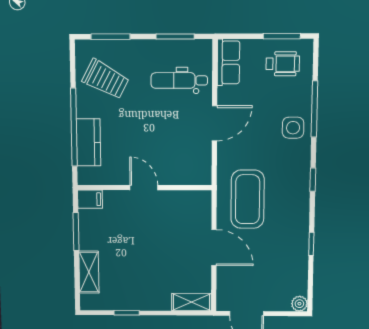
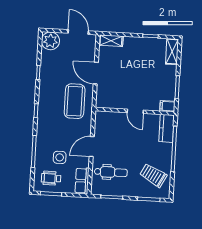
side table: (293, 128) -> (60, 157), moved
kitchen counter: (88, 142) -> (167, 128), moved
shelving: (89, 272) -> (172, 52), moved
plant: (299, 304) -> (50, 41), width x1.88, depth x1.88

